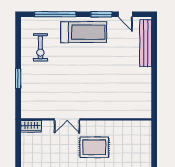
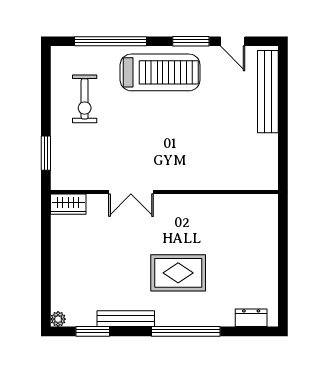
double door: (67, 119) -> (131, 192), moved
wall: (86, 119) -> (164, 192), moved
wardrobe: (31, 126) -> (68, 204), moved

